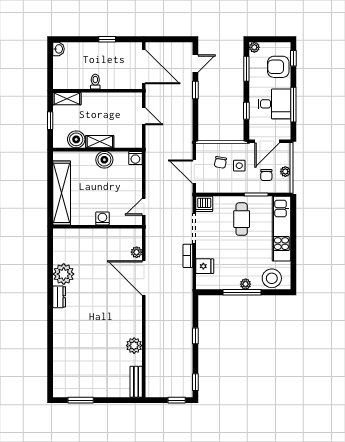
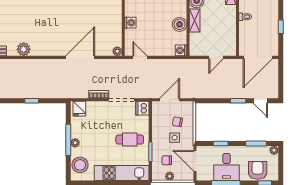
plant: (137, 252) -> (117, 51), moved
fridge: (205, 266) -> (79, 109), moved

